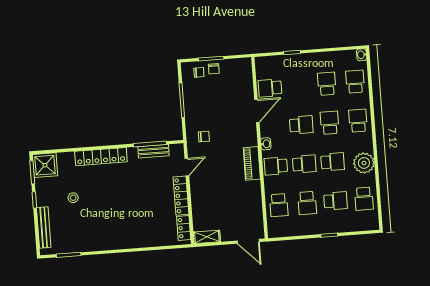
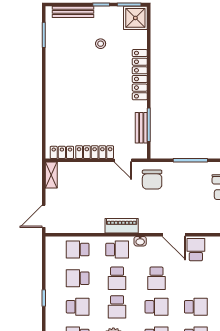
chair: (204, 137) -> (152, 180), width x1.87, depth x1.87
school desk: (276, 166) -> (117, 250), turned 90
school desk: (336, 201) -> (78, 307), turned -90

